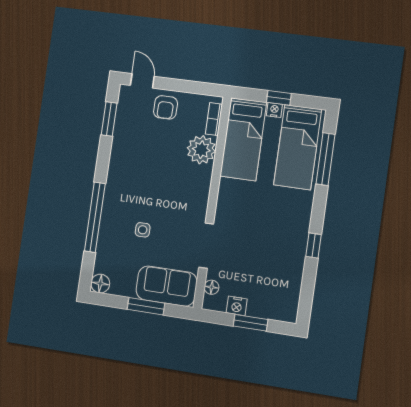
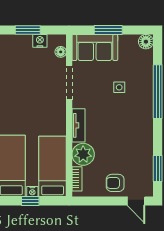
armchair: (165, 107) -> (115, 183), turned -90
tv unit: (202, 188) -> (78, 125), added

